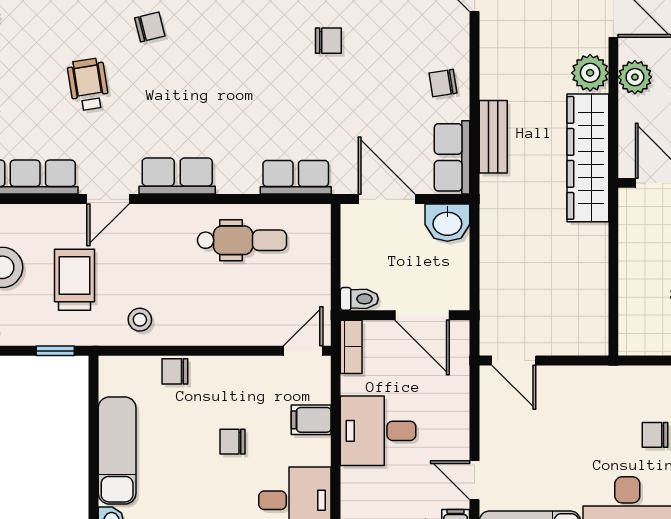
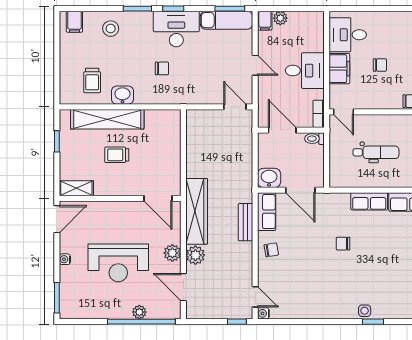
chair: (328, 41) -> (343, 244), moved
row of seats: (296, 177) -> (369, 201), moved
dental chair: (242, 240) -> (376, 152), moved, turned 180
door: (303, 351) -> (343, 112), hinge flipped
filing cabinet: (311, 420) -> (339, 69), width x2.00
door: (475, 480) -> (255, 65), moved

